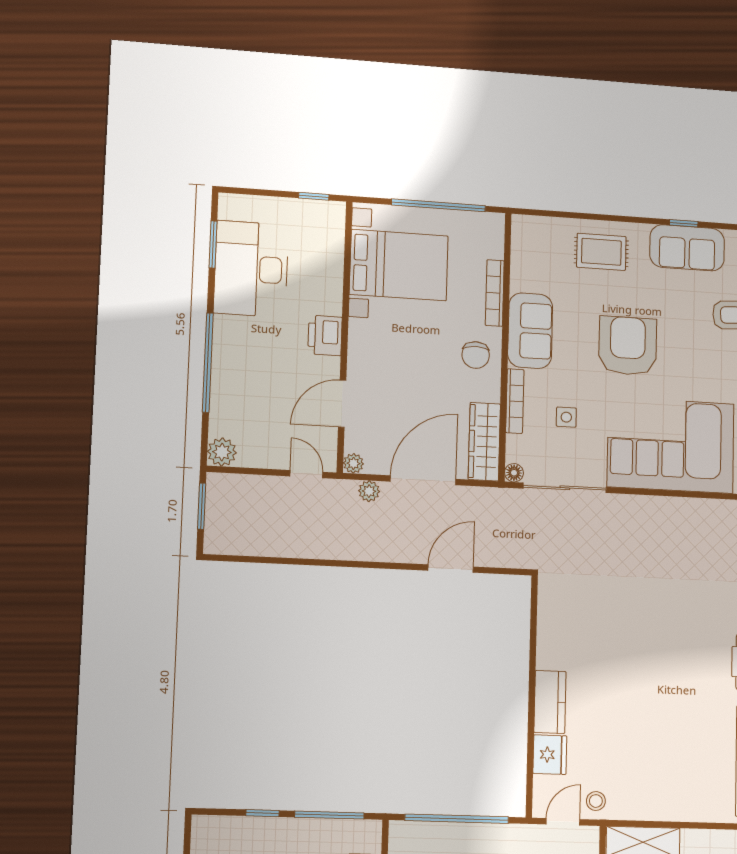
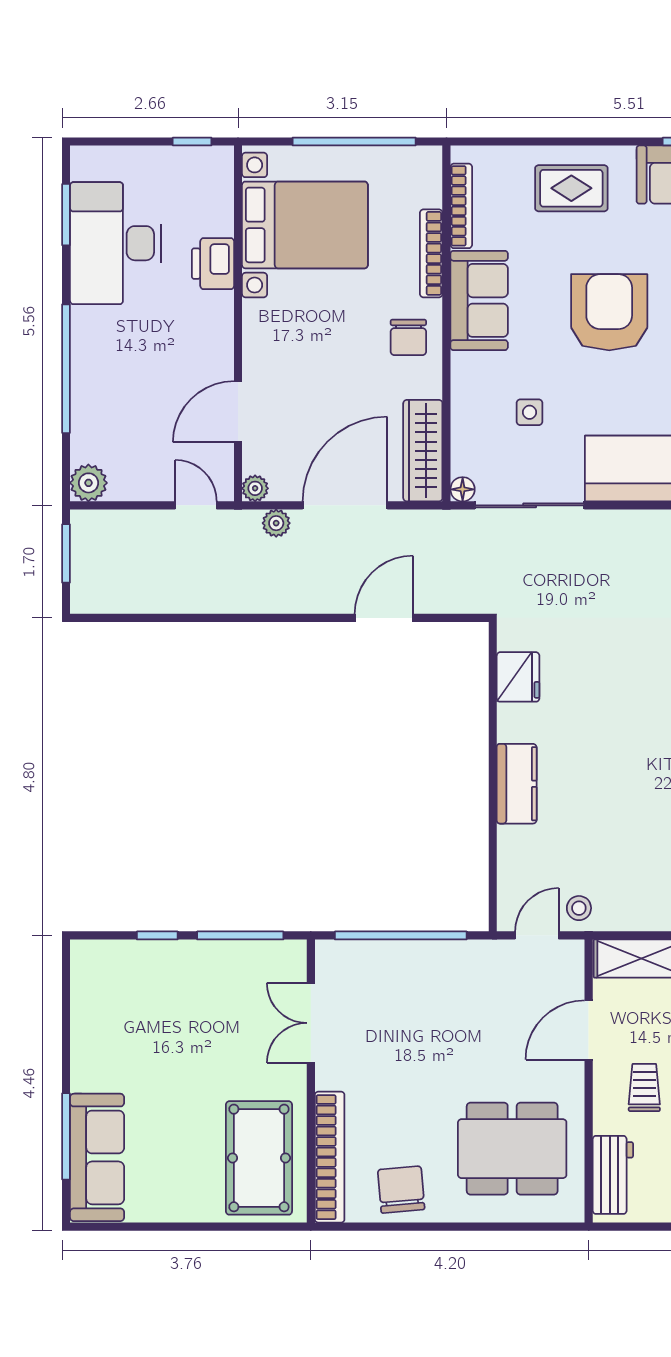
printer: (325, 336) -> (213, 264), moved
bookcase: (515, 401) -> (461, 206), moved
fridge: (550, 755) -> (518, 677), moved

